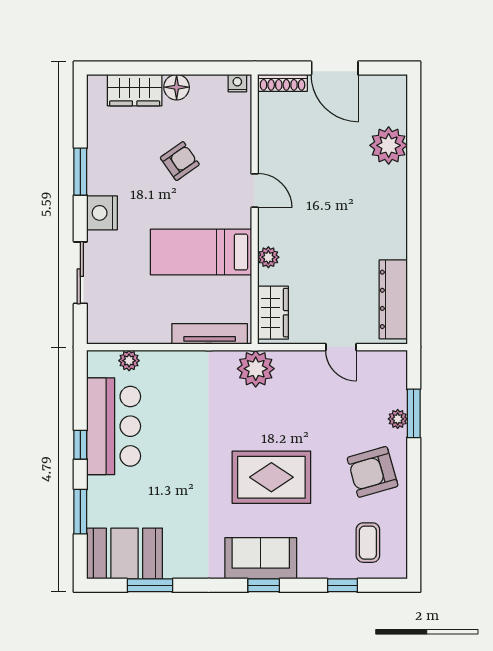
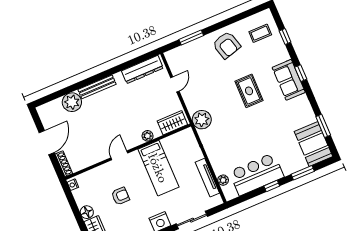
armchair: (180, 161) -> (120, 196), turned 125
bench: (397, 203) -> (97, 87), added
tv unit: (210, 334) -> (207, 178), moved
plant: (398, 419) -> (197, 44), removed
rug: (271, 477) -> (249, 91), width x0.73, depth x0.70

